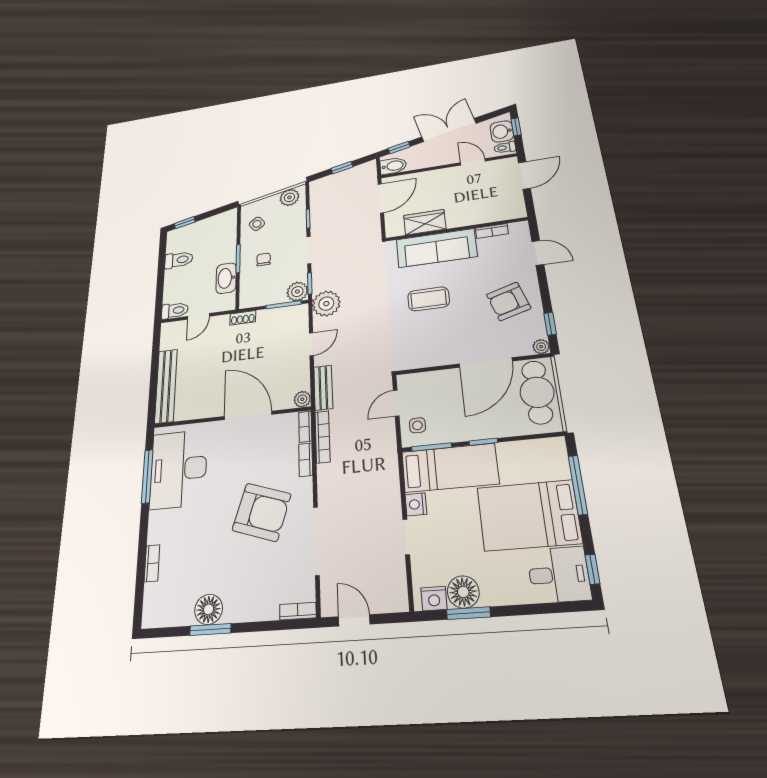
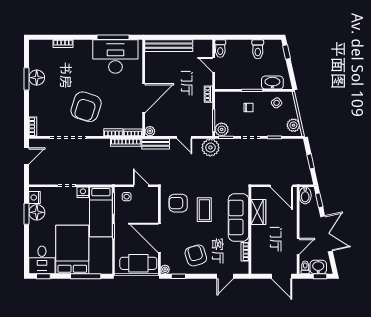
washbasin: (226, 278) -> (272, 83), moved
armchair: (421, 340) -> (178, 203), added

